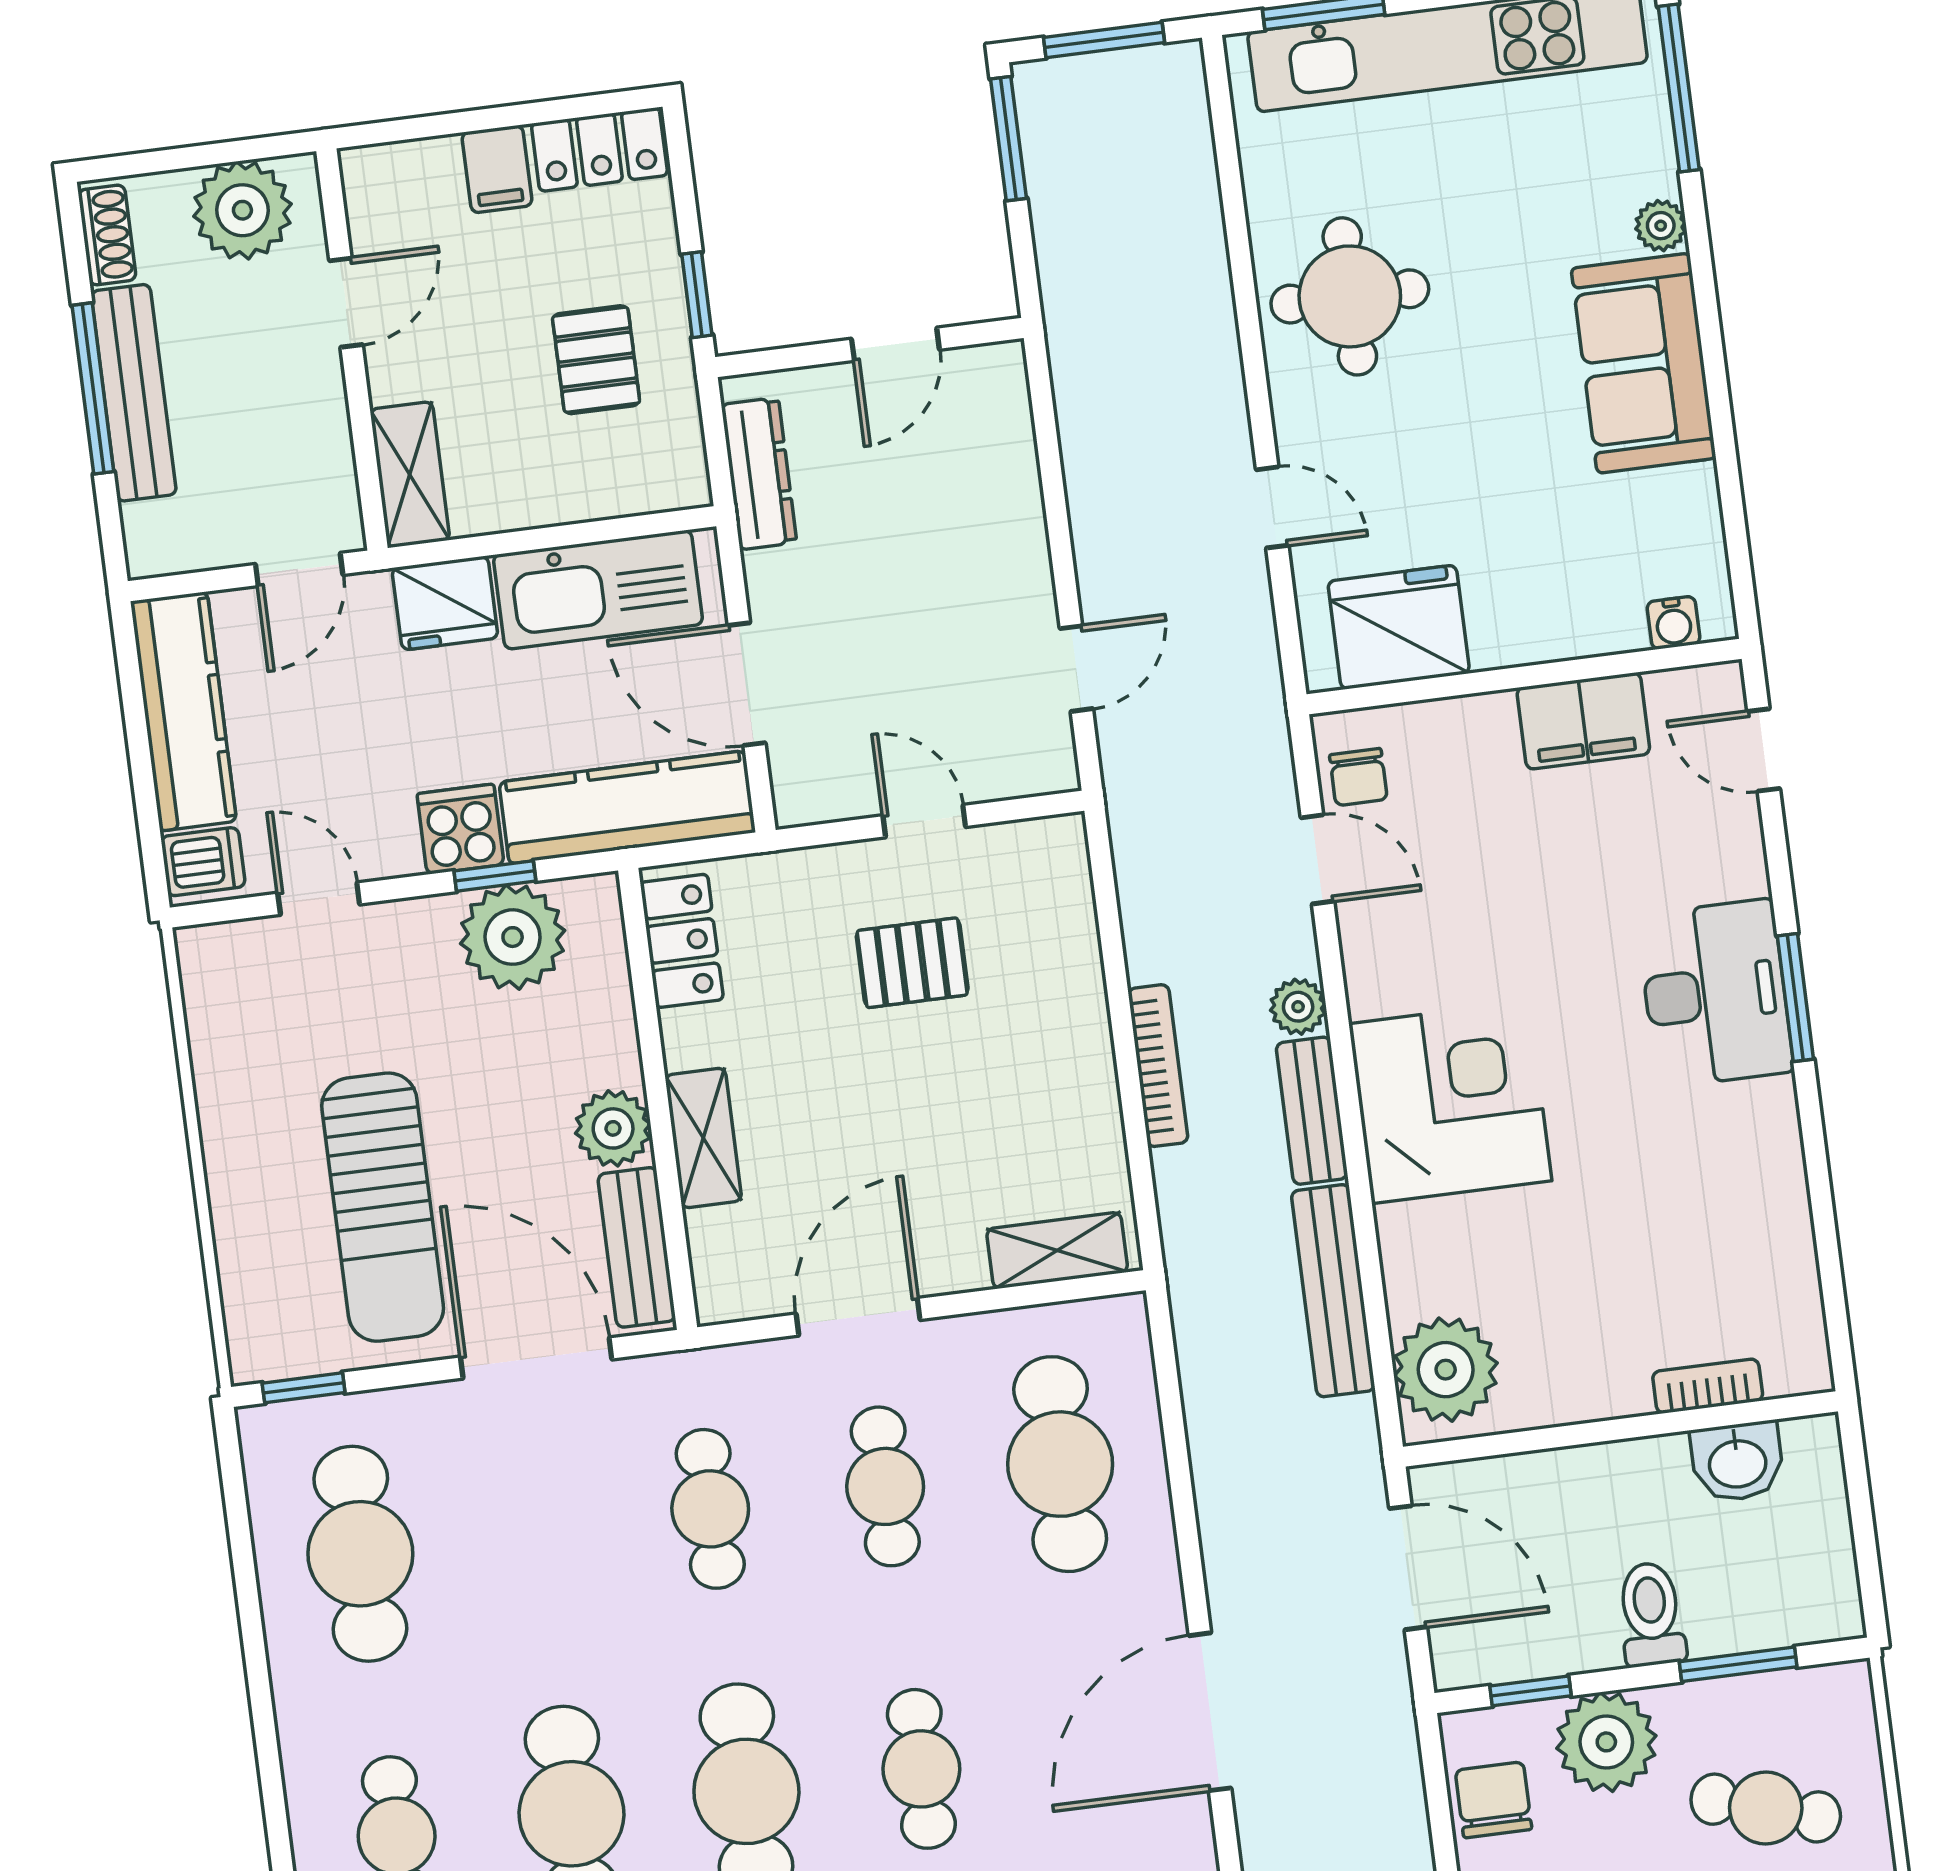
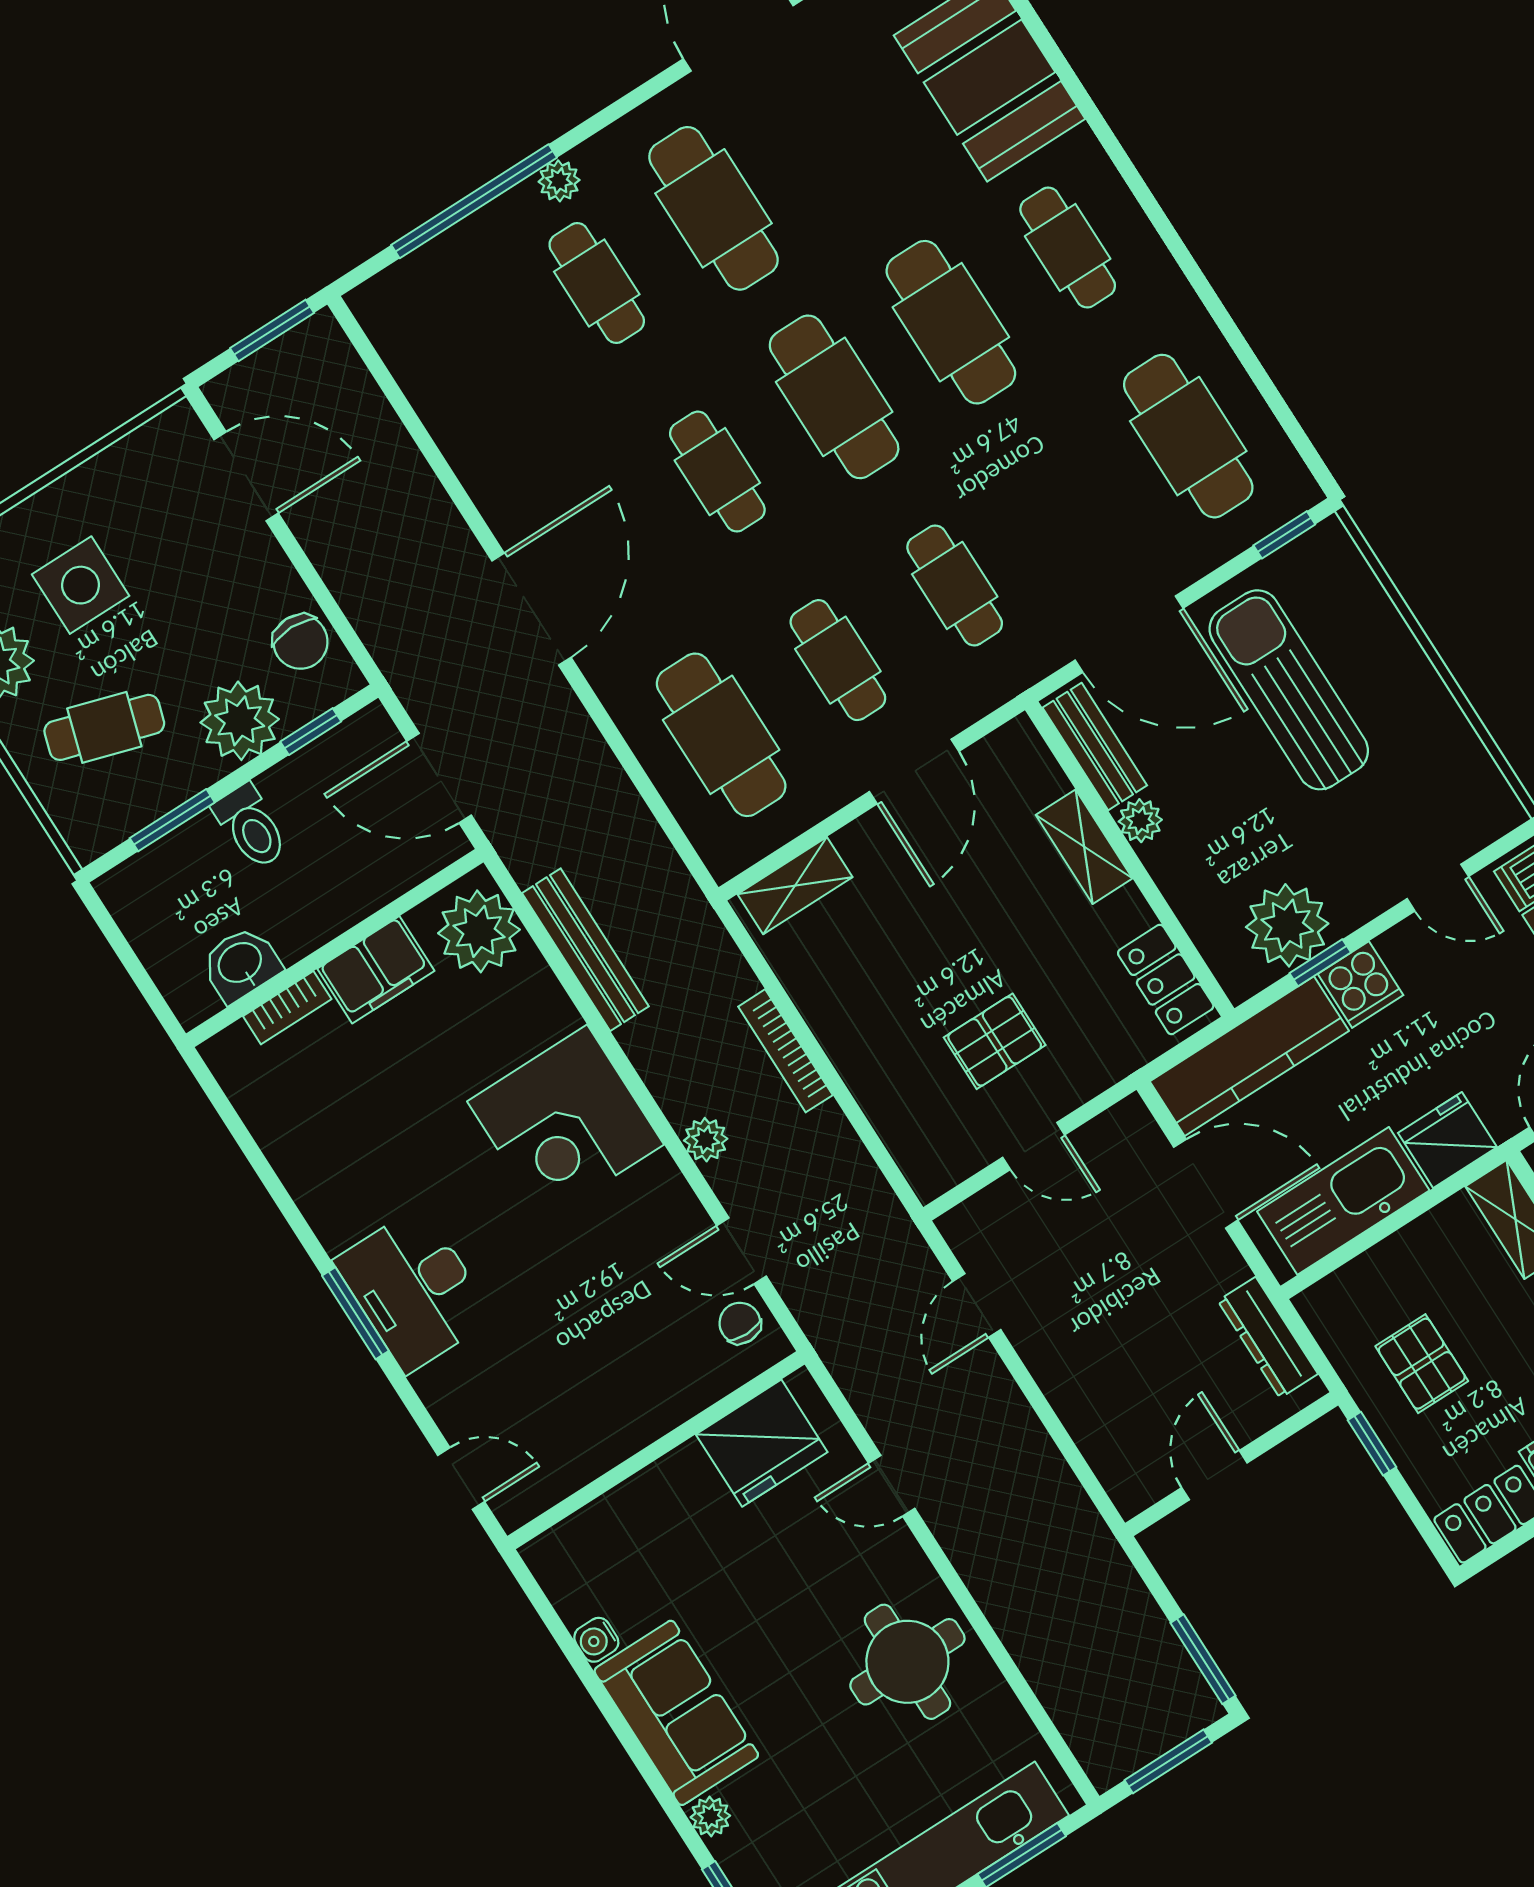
water cooler: (1673, 623) -> (596, 1640), moved, turned -90
filing cabinet: (1583, 721) -> (376, 970), moved, turned 180
bench: (1312, 1111) -> (661, 1070), removed
plant: (613, 1128) -> (1140, 821), width x0.73, depth x0.73

